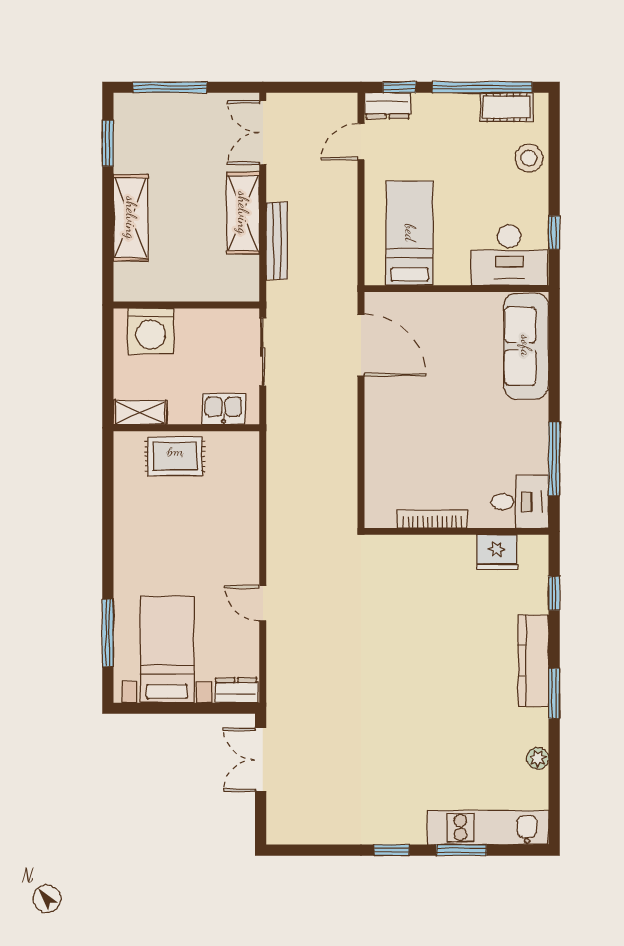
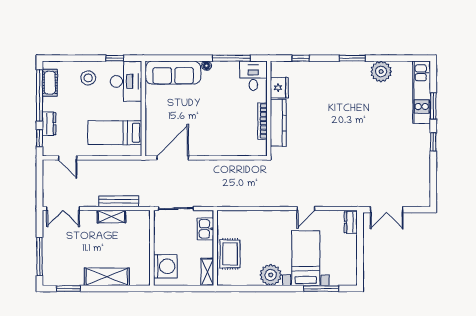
dresser: (388, 106) -> (49, 124), moved
stool: (529, 158) -> (88, 78), moved
shelving: (243, 213) -> (111, 217), width x0.67, depth x0.75
floor lamp: (540, 411) -> (206, 66), added
plant: (134, 535) -> (271, 275), added
bed with nightstands: (167, 649) -> (306, 258), moved, turned 90
kitchen counter: (533, 661) -> (278, 123), moved, turned -90
plant: (538, 758) -> (381, 71), width x1.88, depth x1.88

